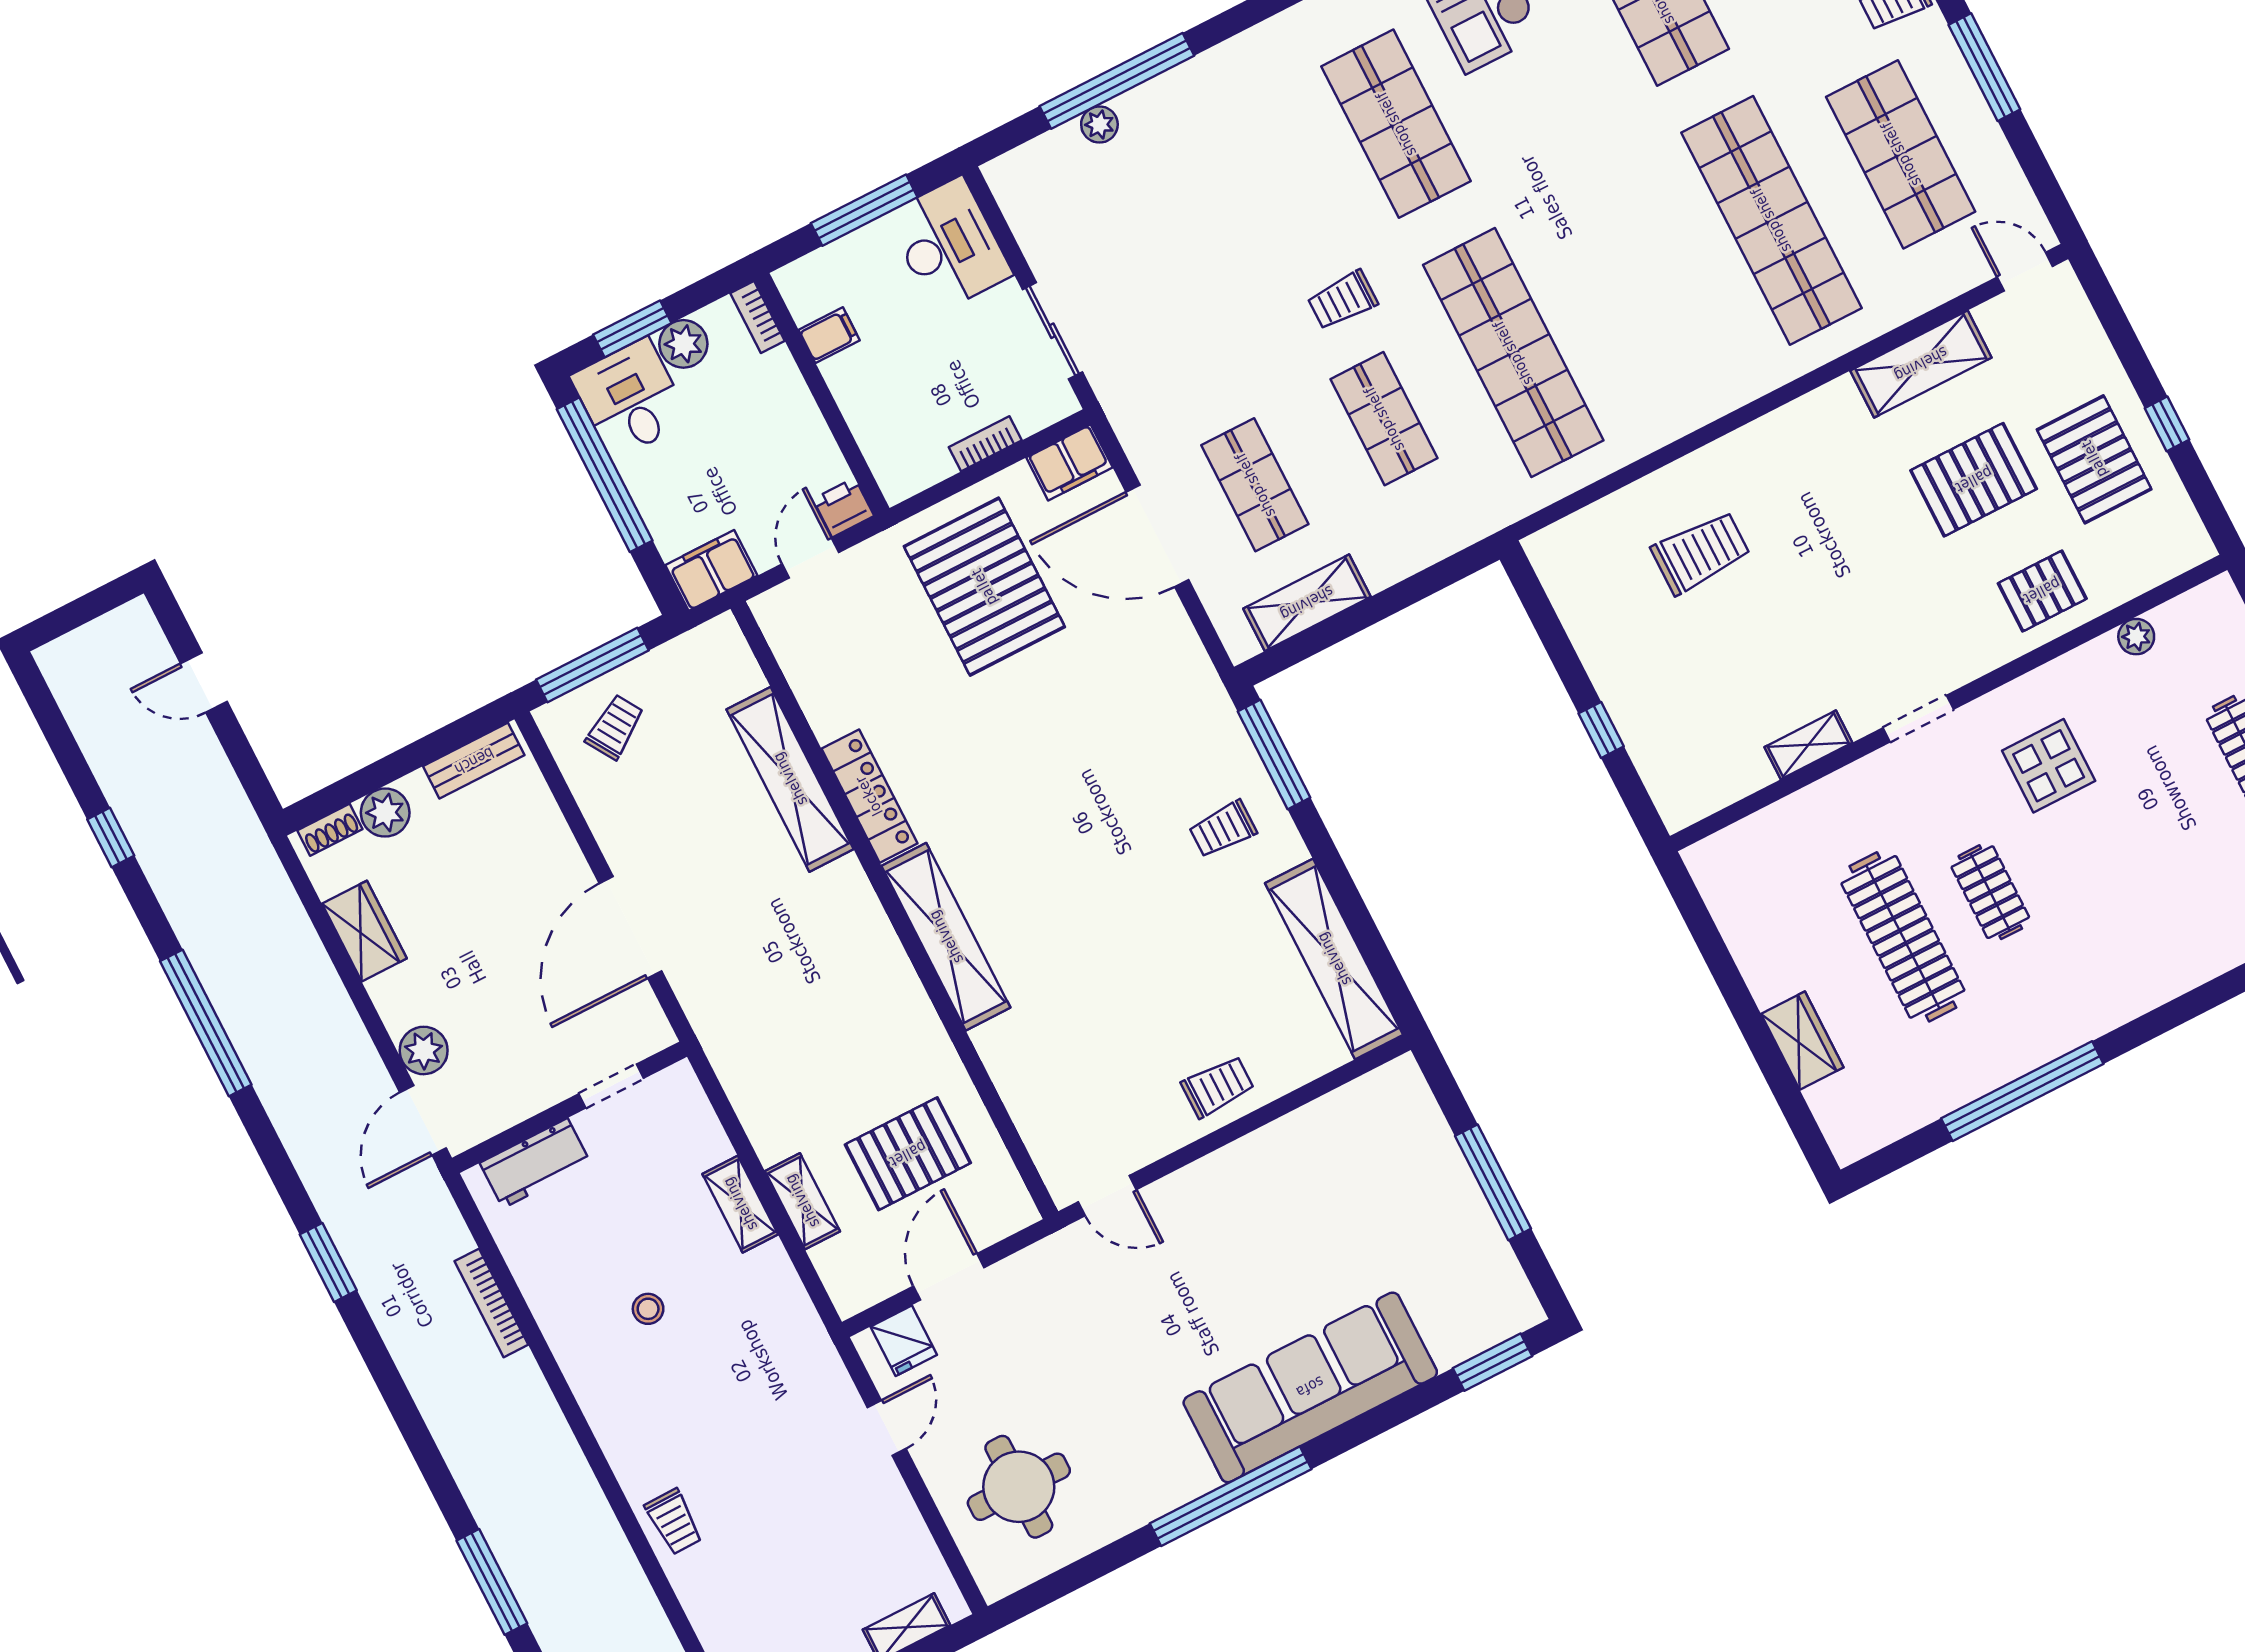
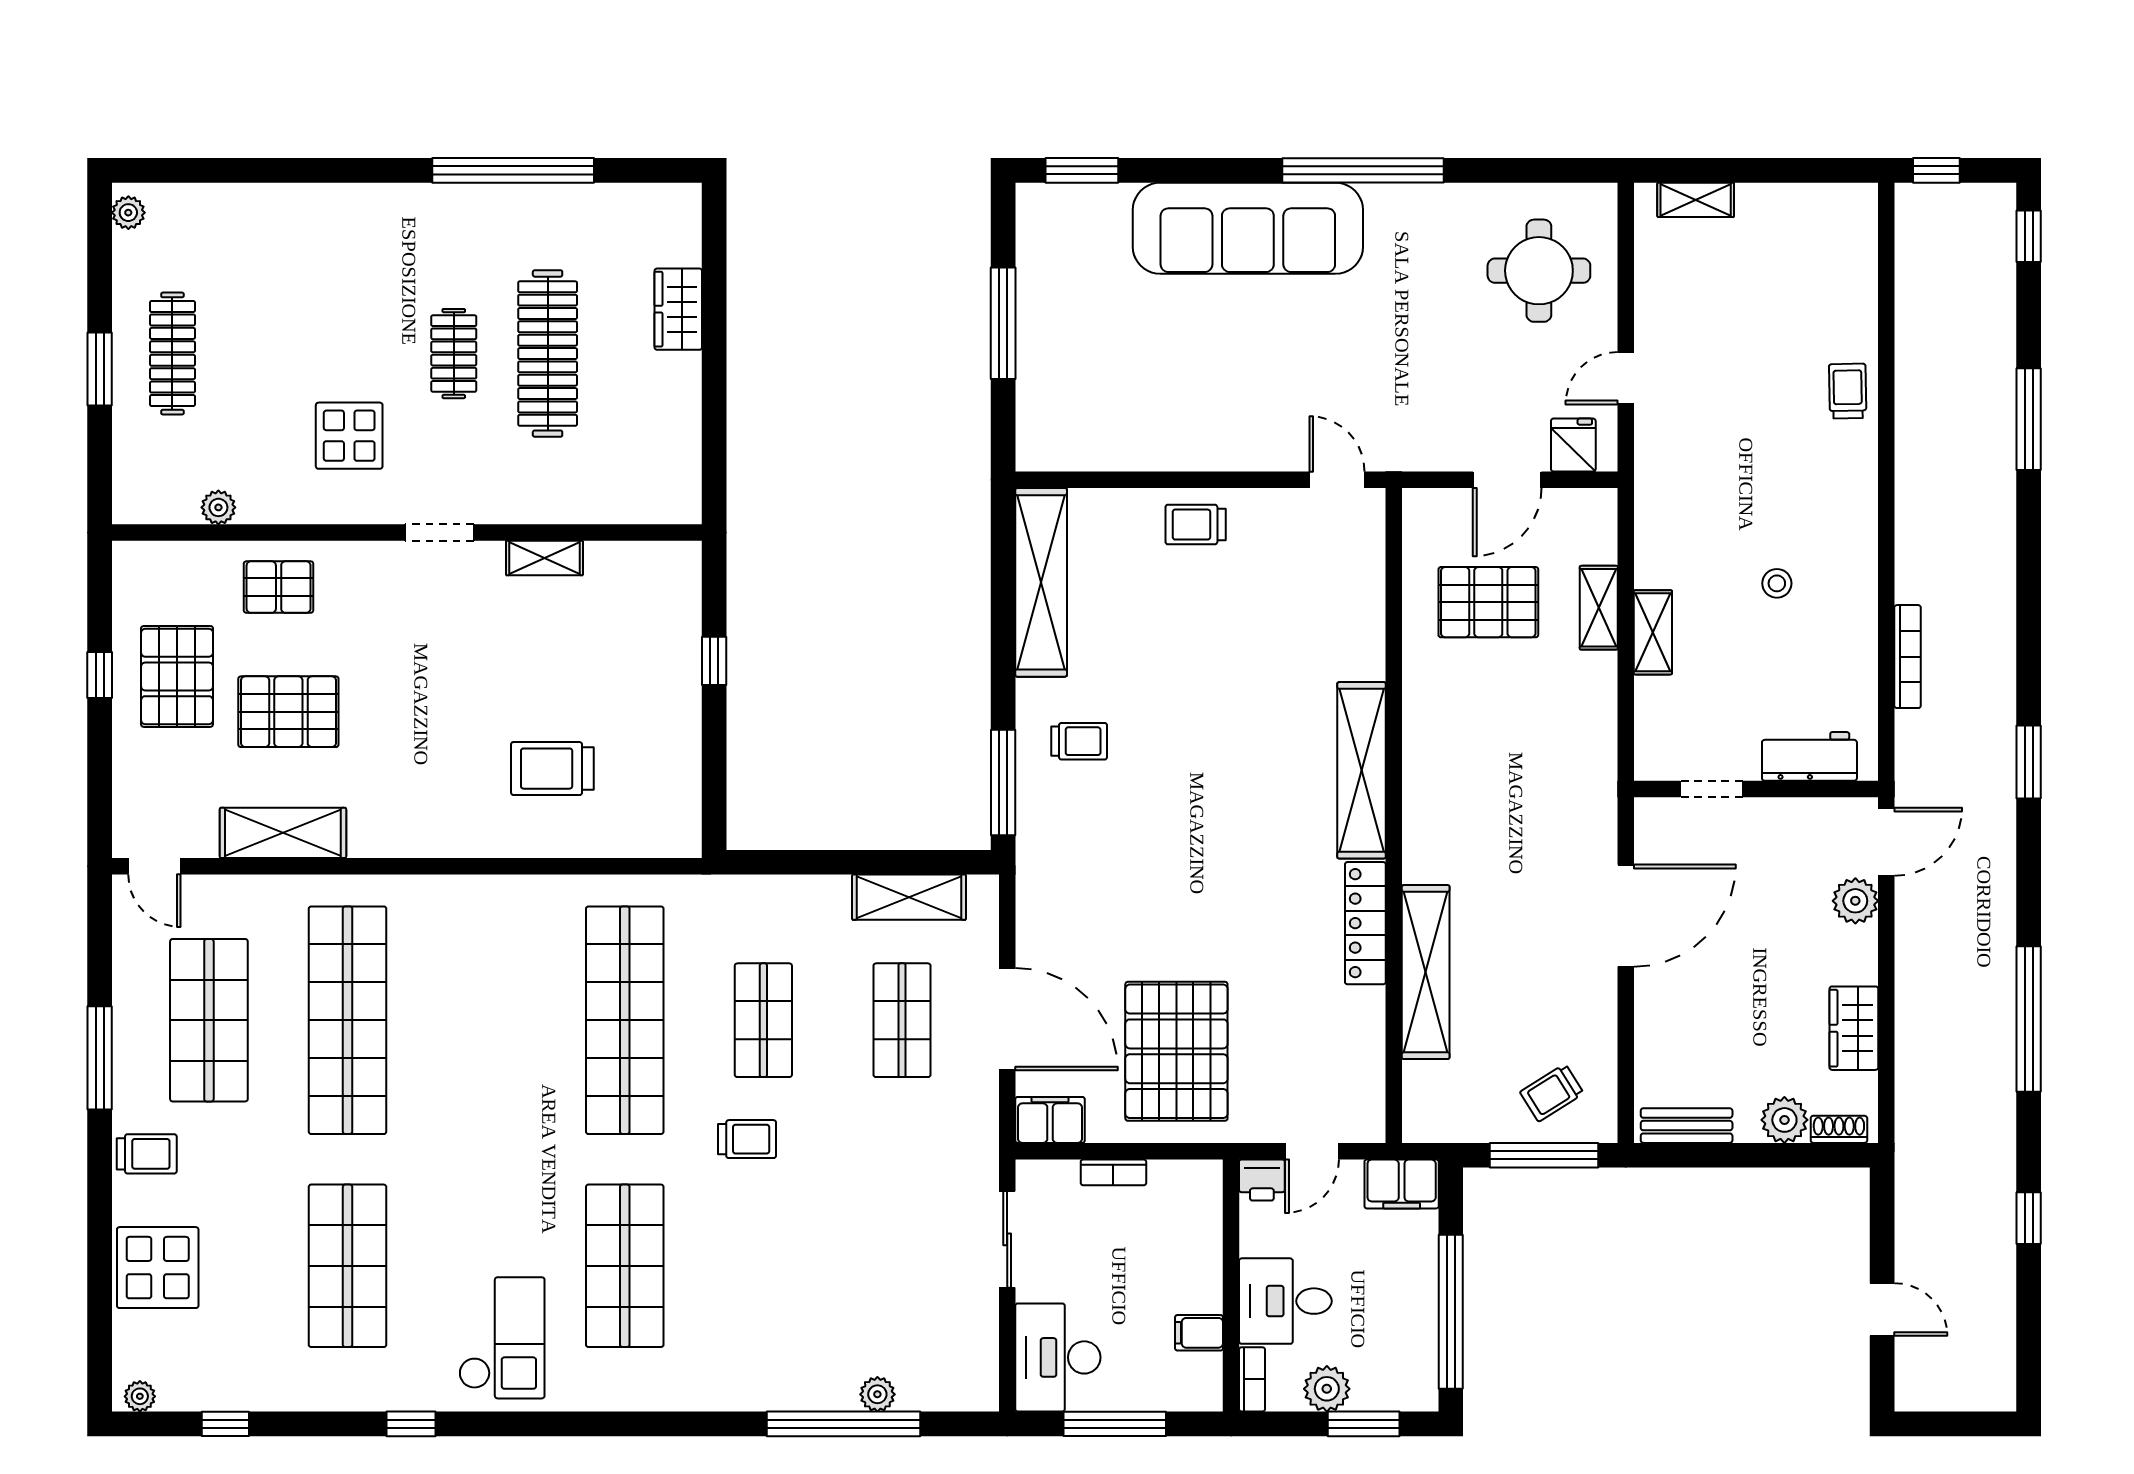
desk: (630, 398) -> (1285, 1301), moved, turned 90

